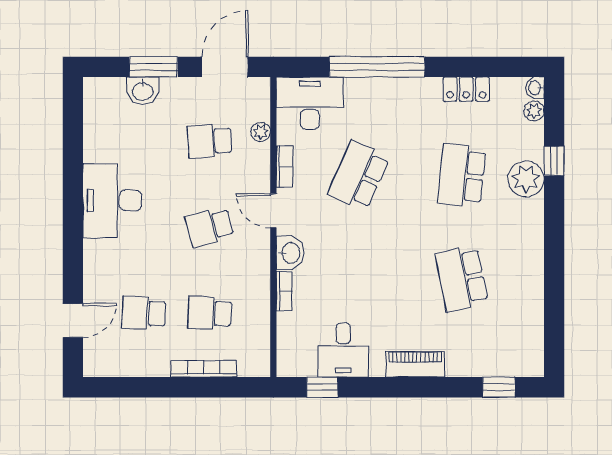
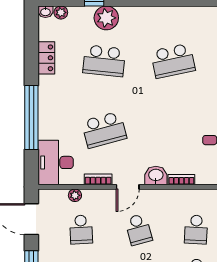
school desk: (359, 176) -> (104, 130), turned -39

